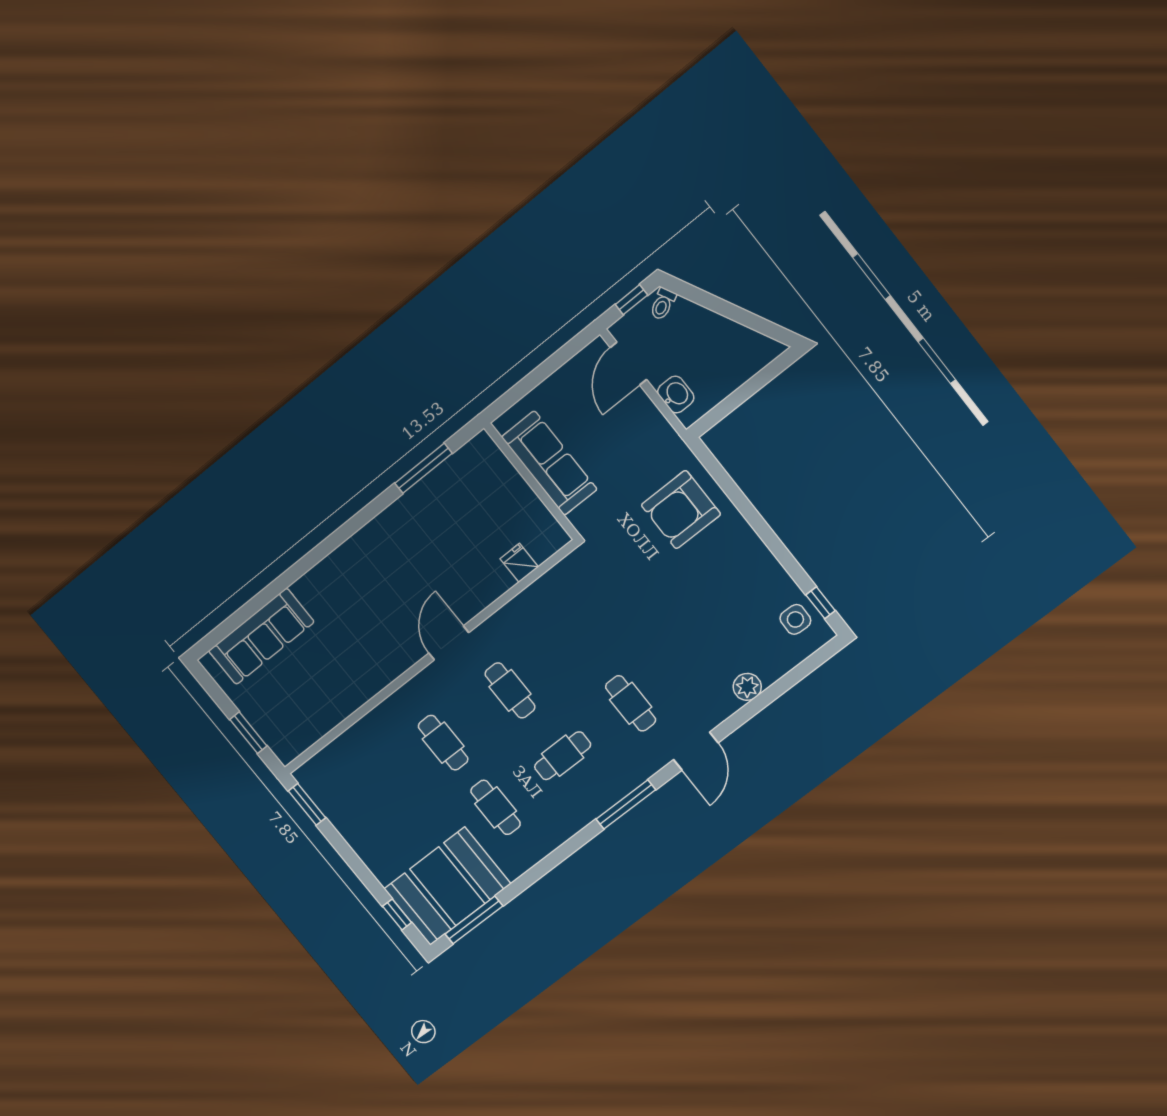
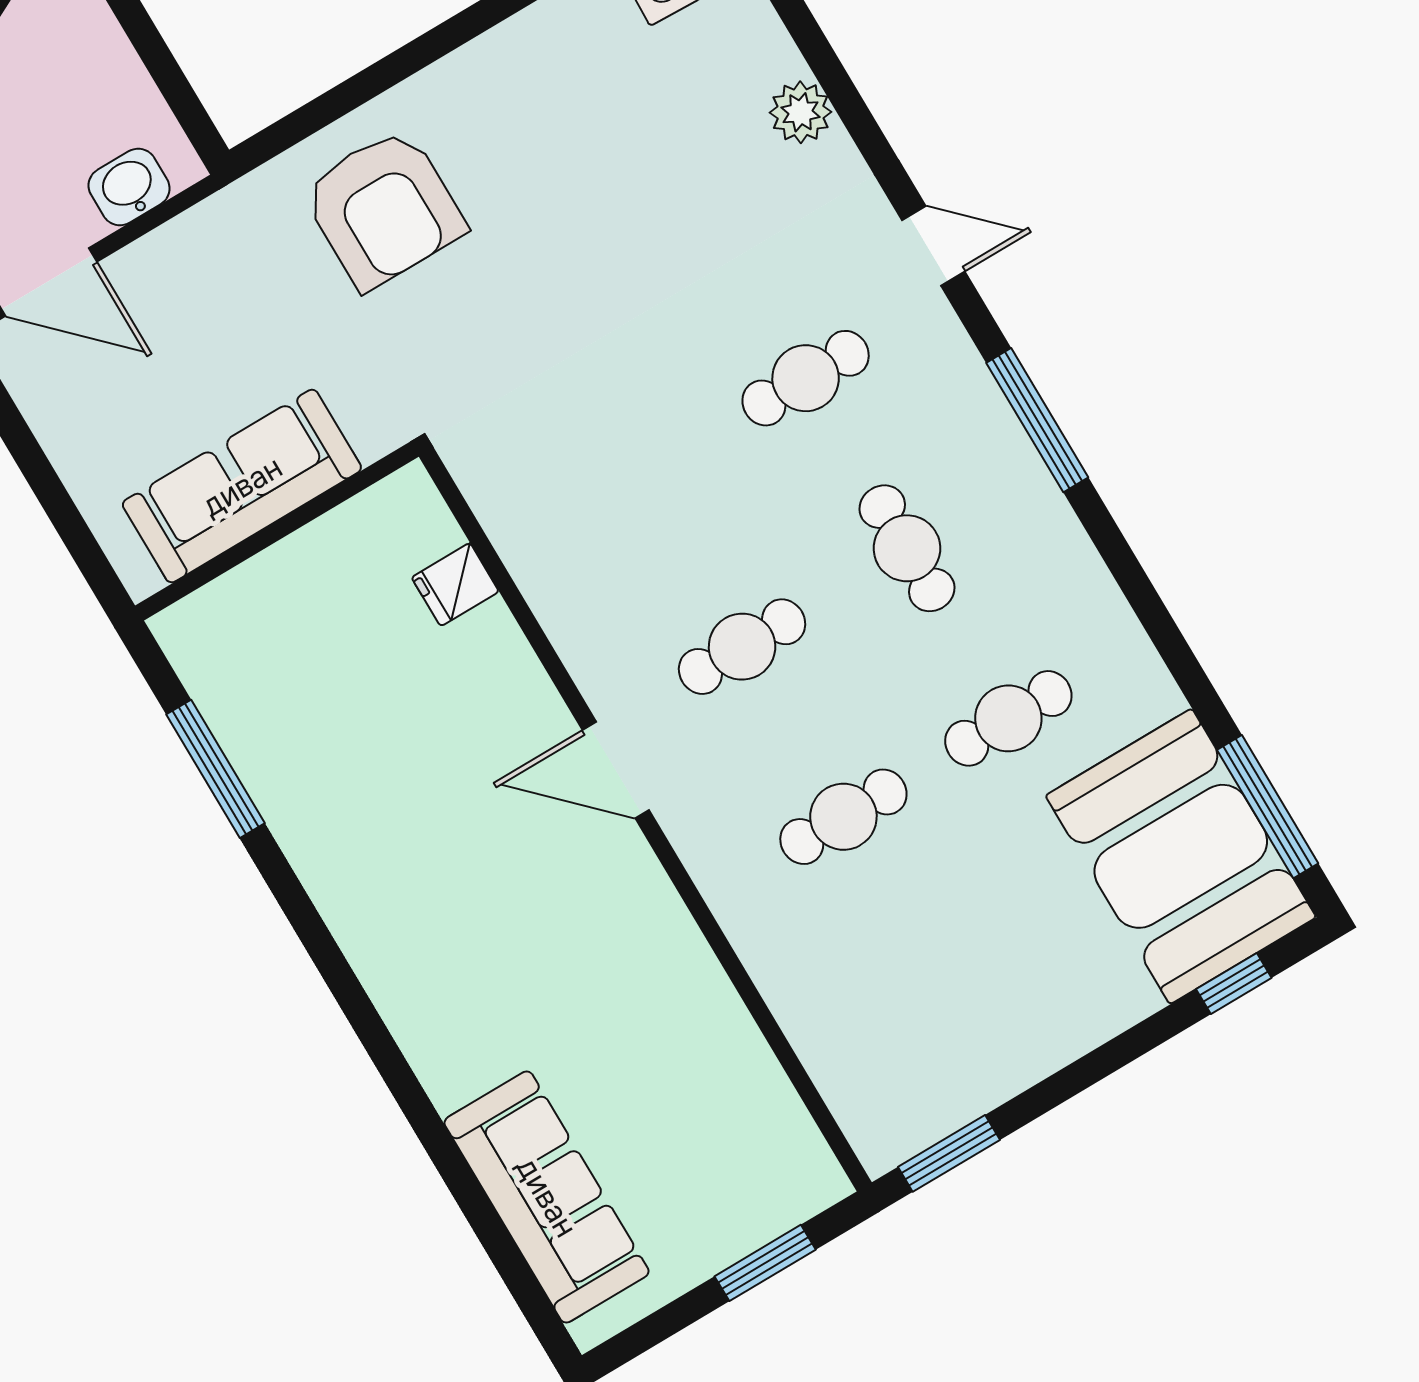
door: (696, 751) -> (933, 246), width x0.73

